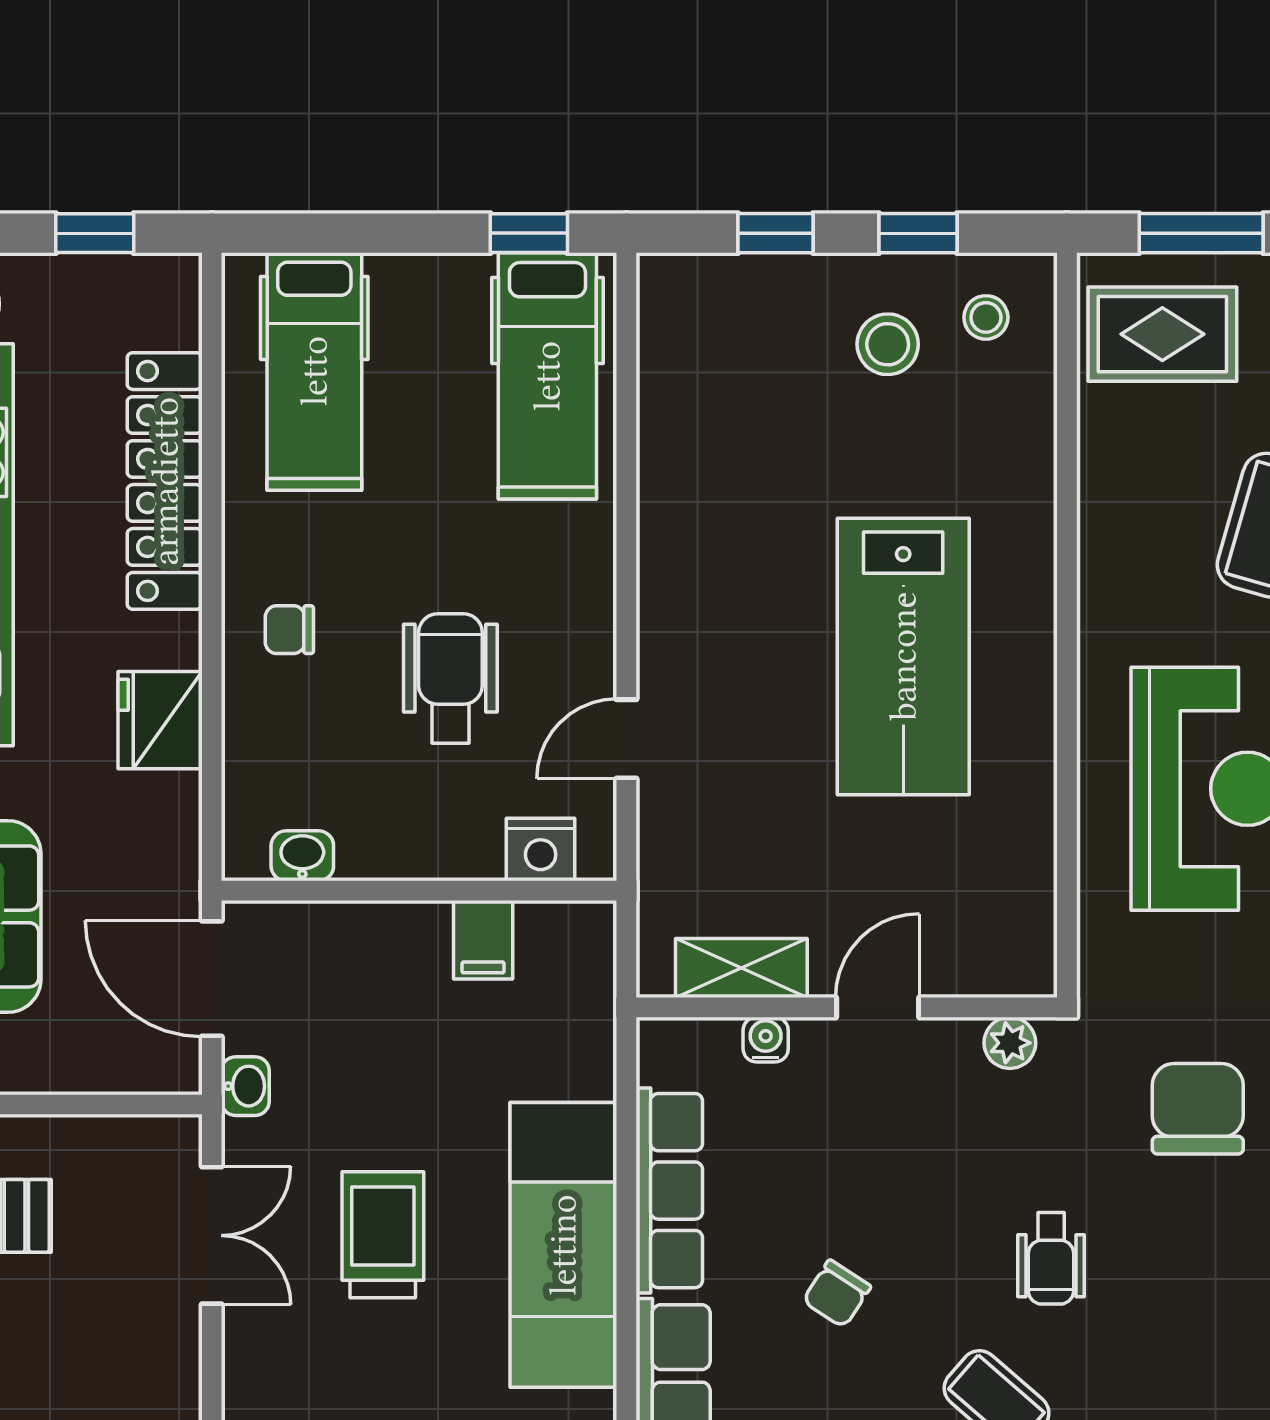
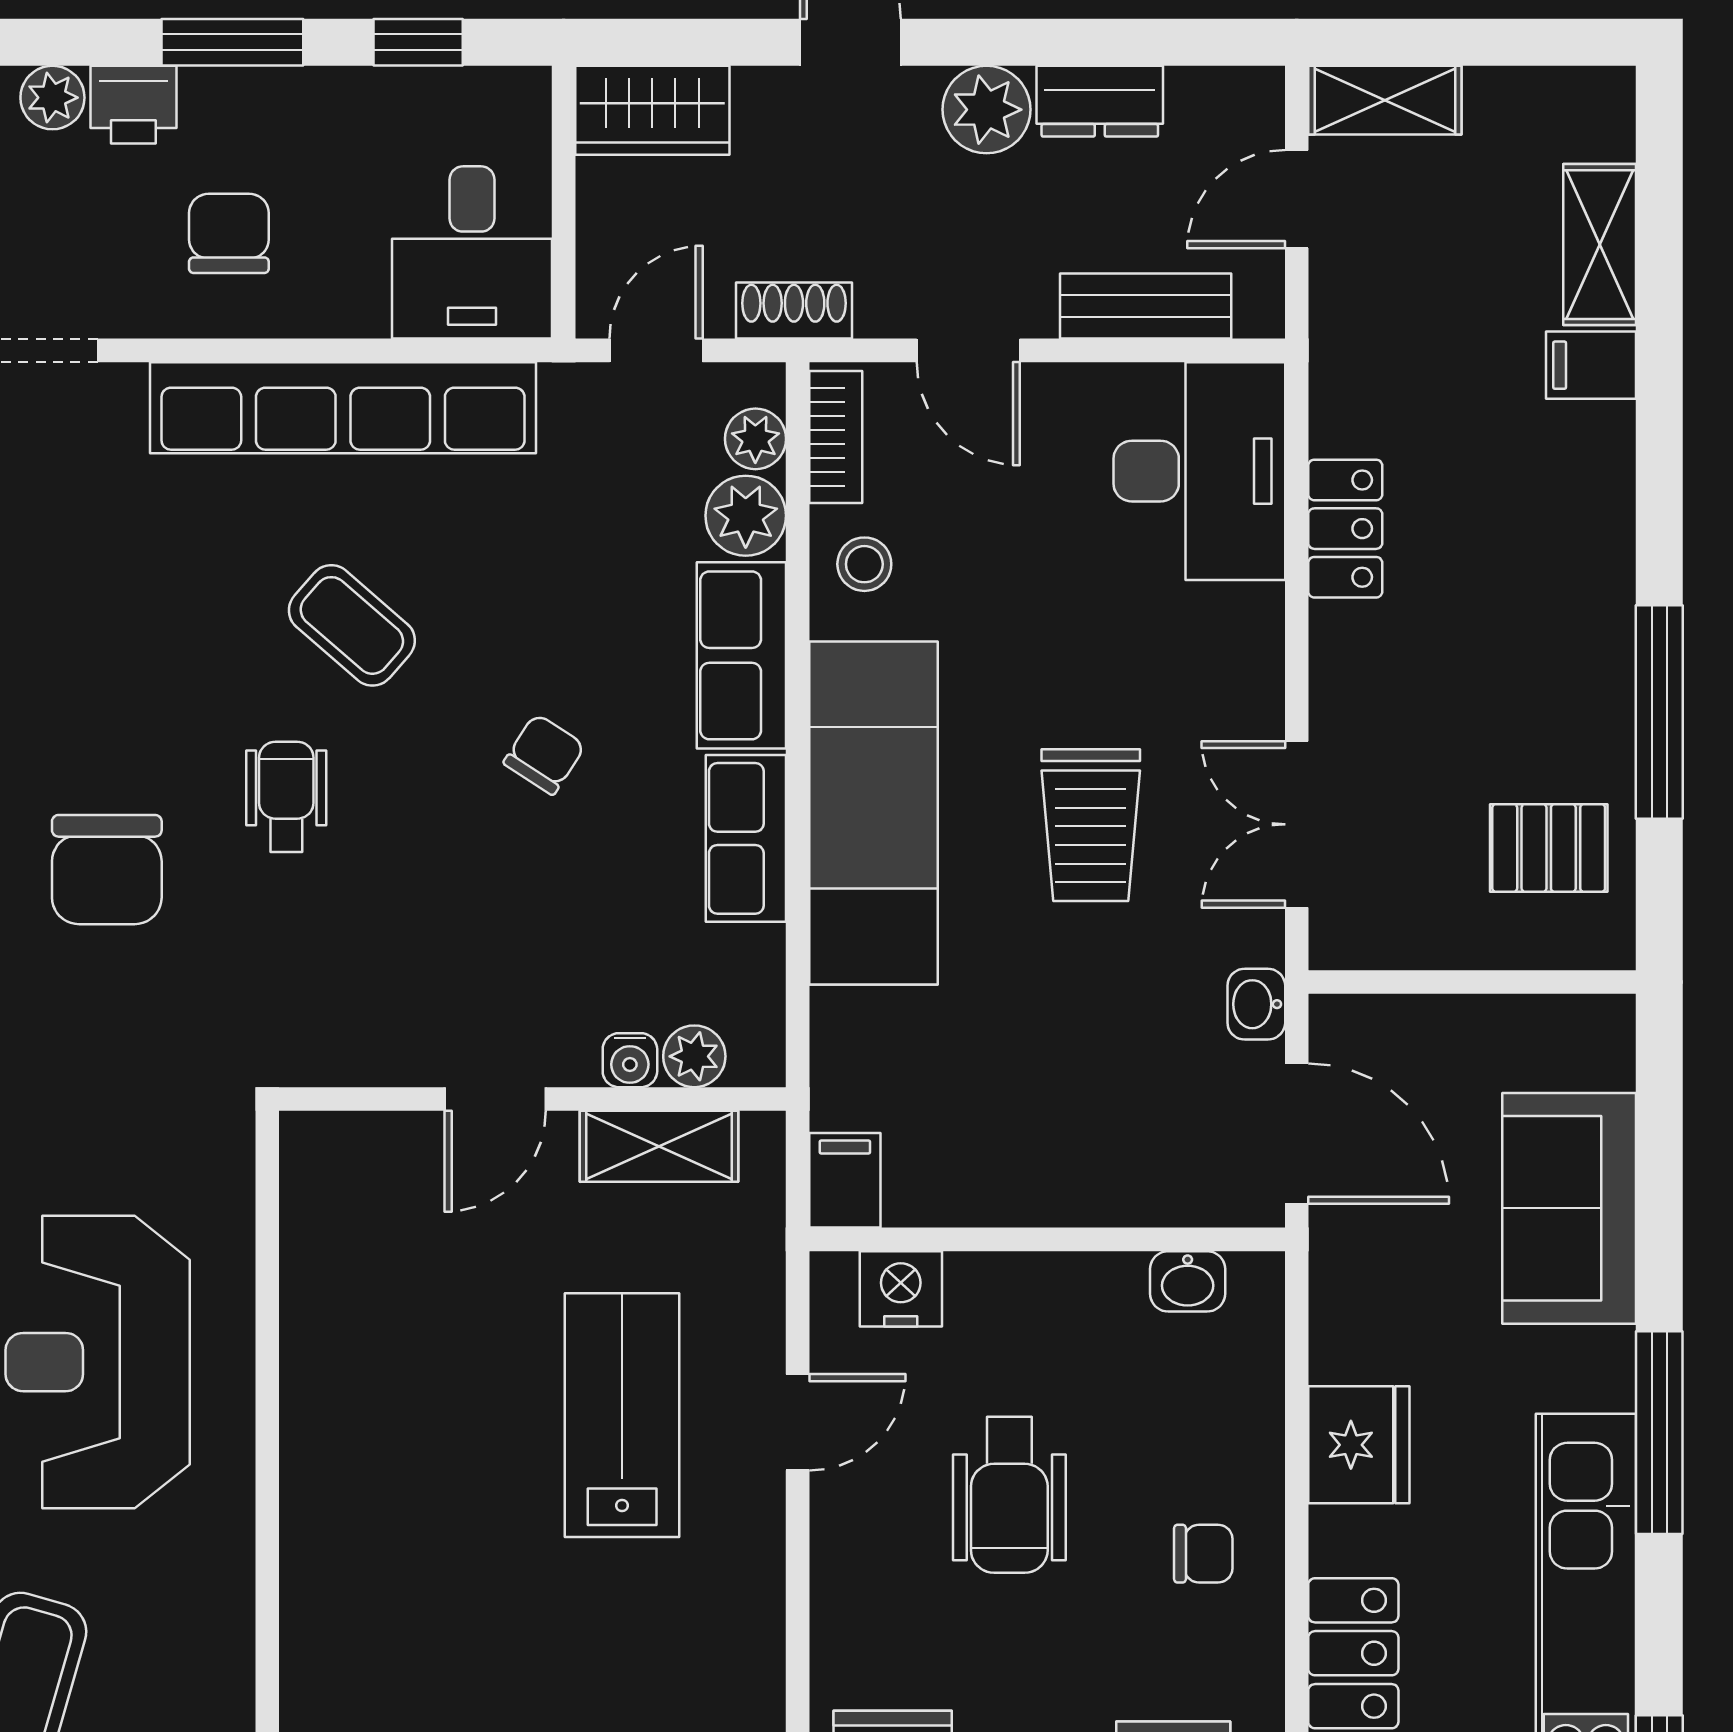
lab bench: (903, 656) -> (622, 1415), moved, width x0.73, depth x0.72
filing cabinet: (483, 940) -> (845, 1180), moved
plant: (1010, 1043) -> (694, 1056), moved
chair: (1198, 1109) -> (107, 870), moved
row of seats: (669, 1191) -> (746, 838), width x0.68

